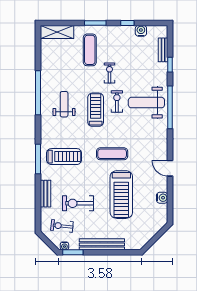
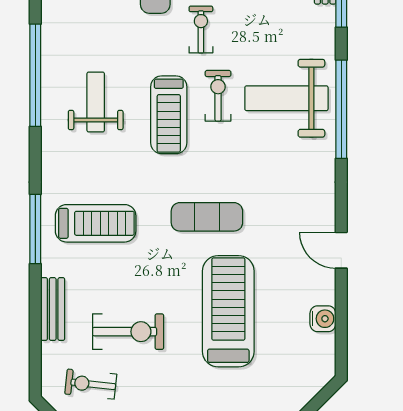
treadmill: (96, 110) -> (169, 115), turned 180
treadmill: (121, 195) -> (228, 311), turned 180
exercise bike: (78, 203) -> (128, 332), turned 180

